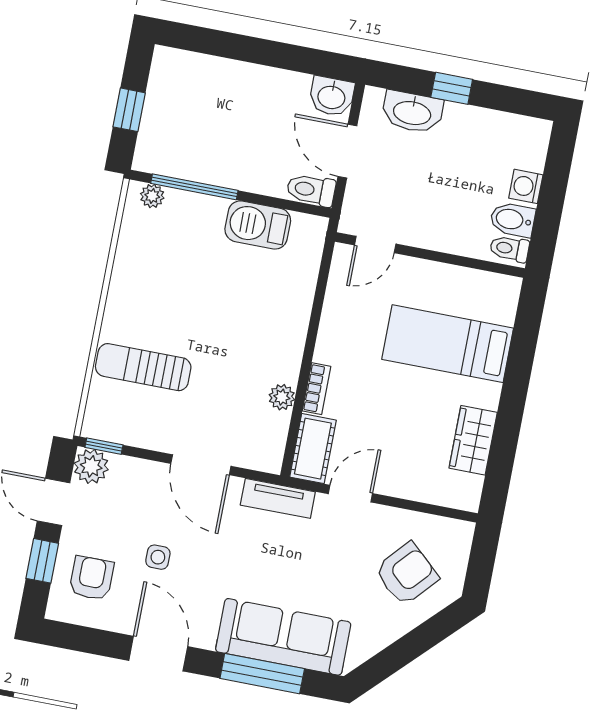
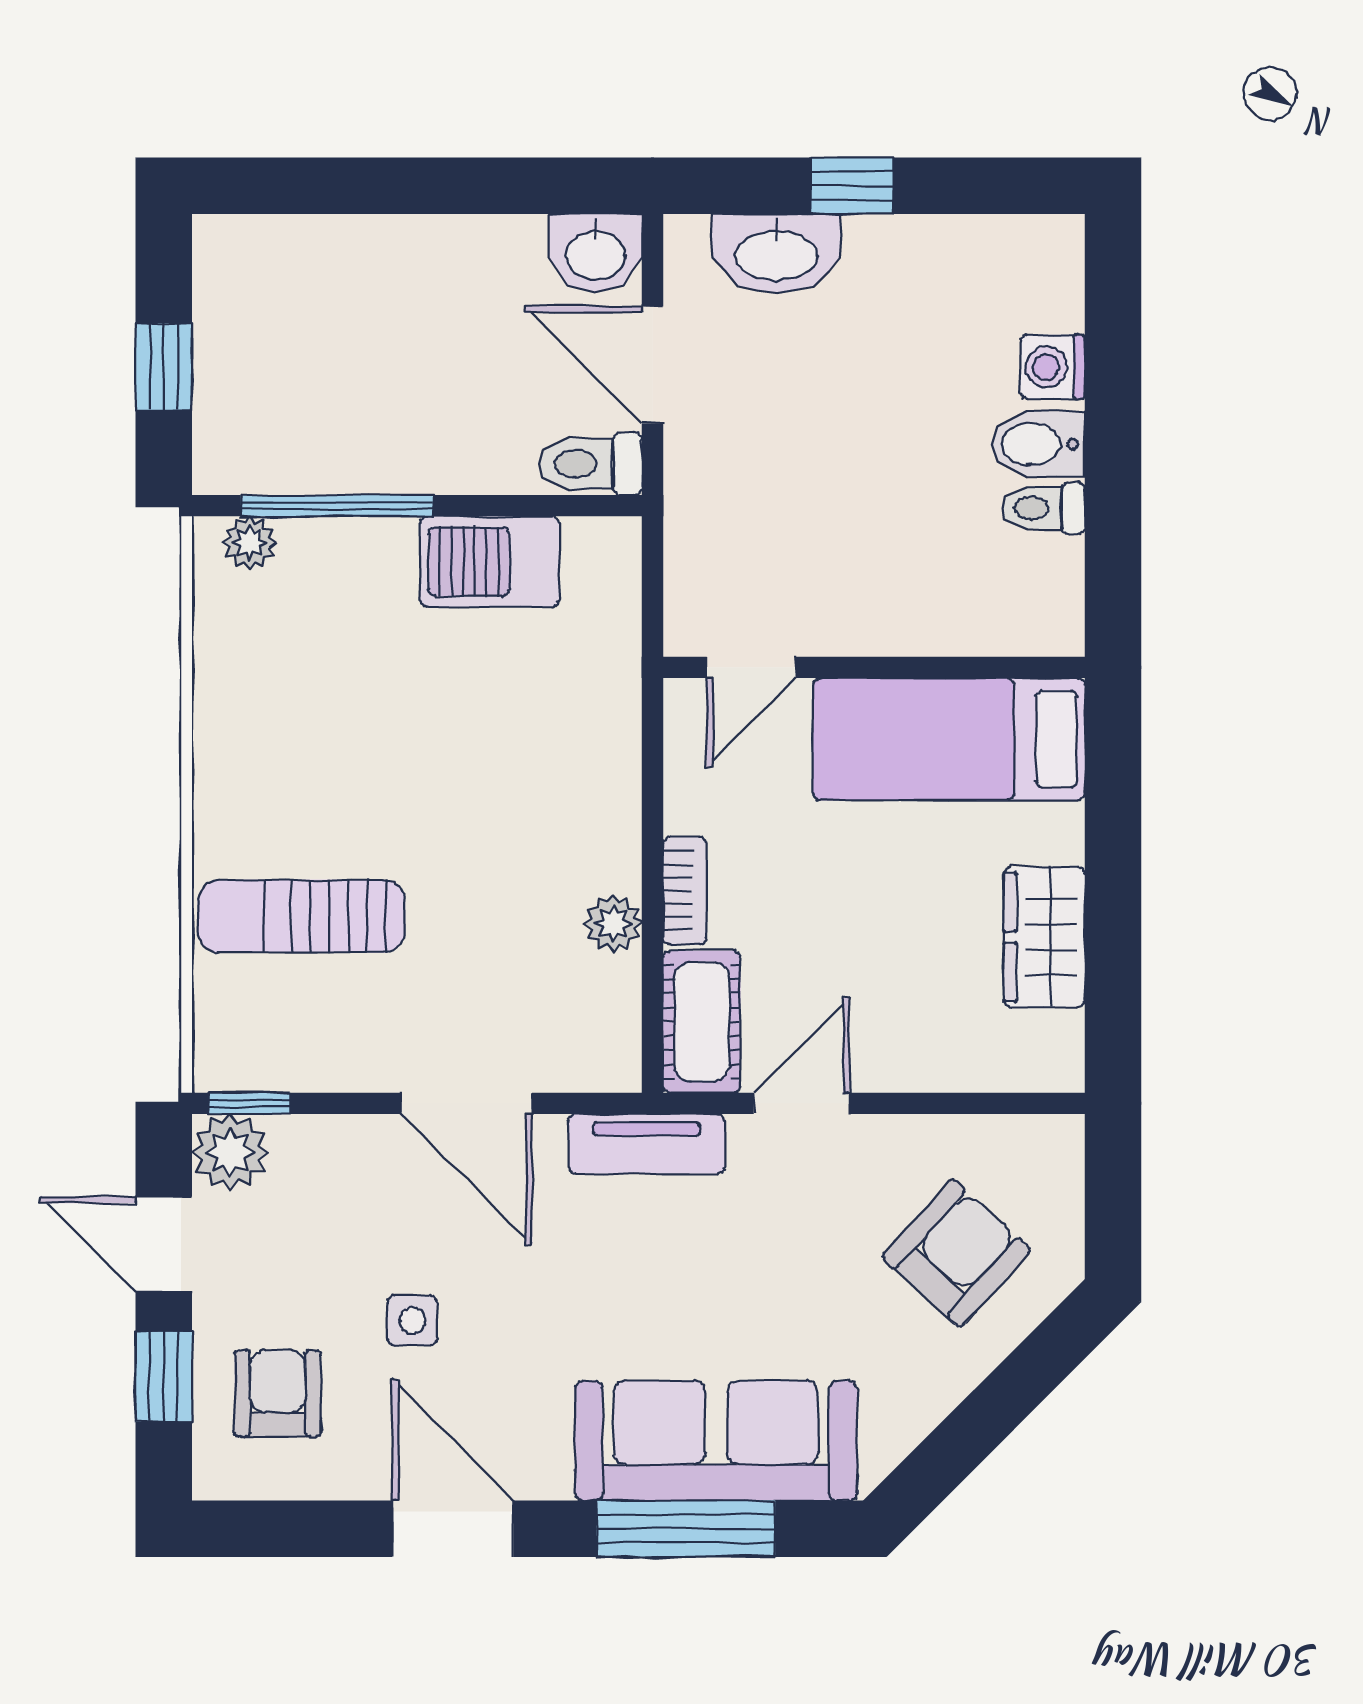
door: (375, 244) -> (751, 667), moved
wall: (430, 255) -> (874, 667), moved

